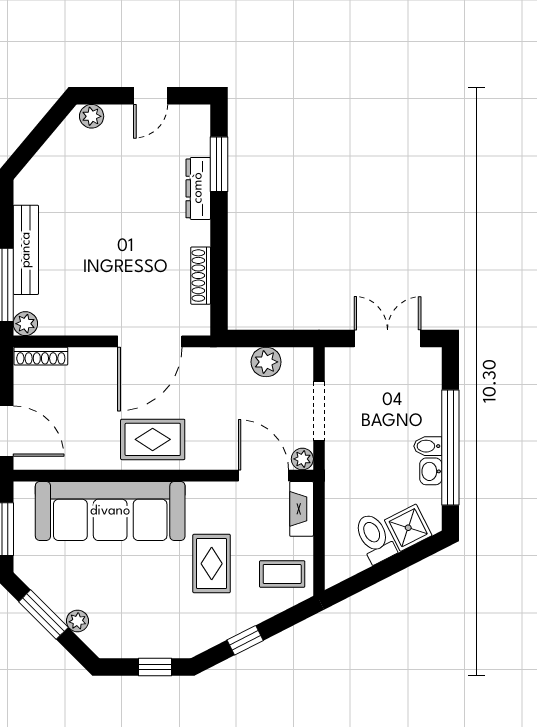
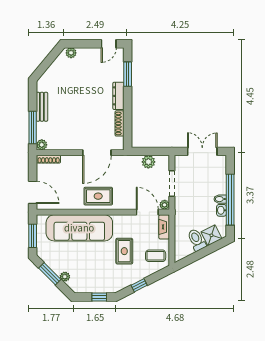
door: (151, 96) -> (109, 44), moved
dresser: (198, 188) -> (118, 96), moved
bench: (26, 250) -> (42, 107), width x0.73

